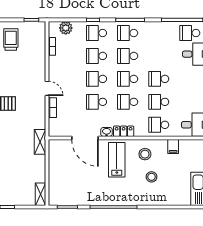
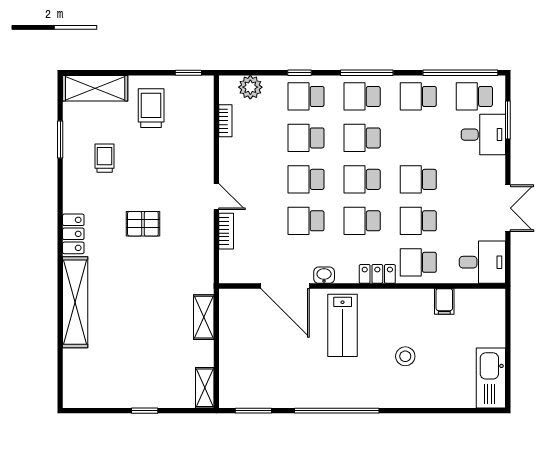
school desk: (159, 33) -> (418, 96), added
locker: (124, 131) -> (377, 274), moved
shelving: (40, 142) -> (204, 317), moved
stool: (145, 154) -> (393, 315), removed
lab bench: (117, 160) -> (343, 325), turned 180

